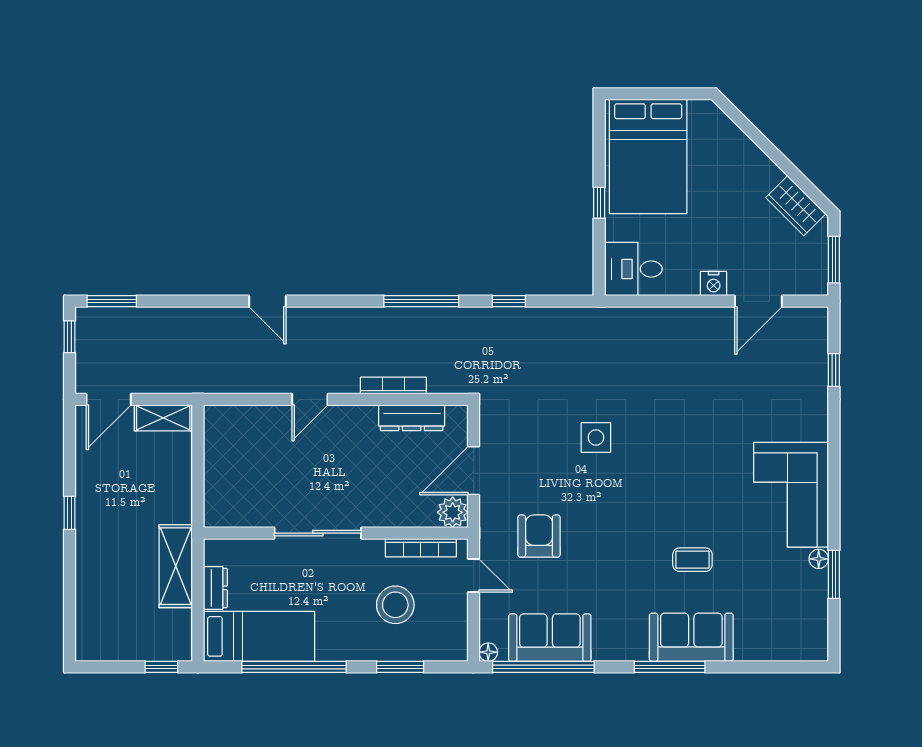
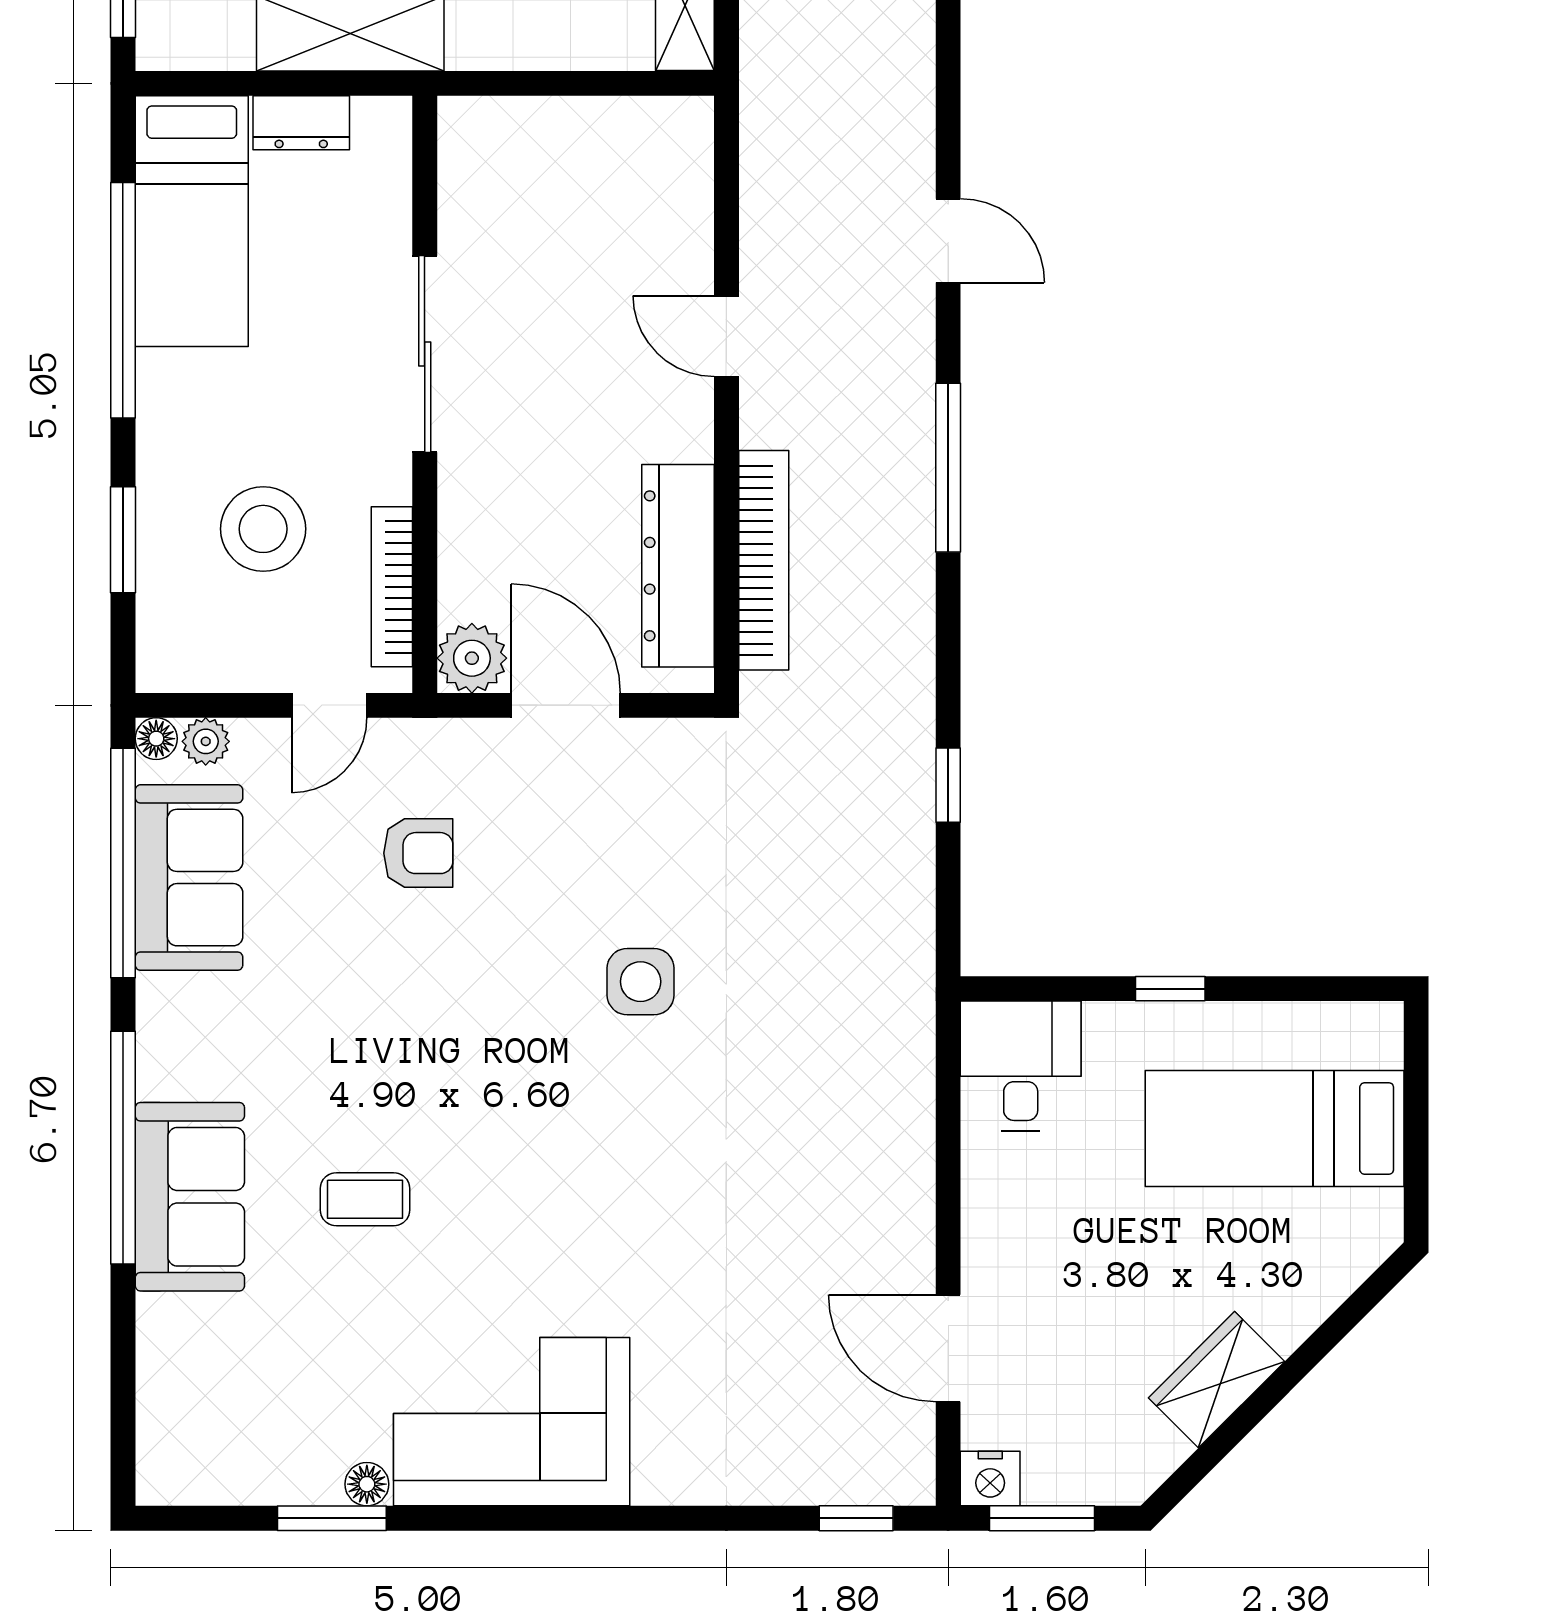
bed: (648, 156) -> (1275, 1128), width x0.67
wardrobe: (796, 206) -> (1217, 1380), moved
nightstand: (714, 284) -> (990, 1479), moved, turned -90
door: (267, 301) -> (948, 241), swing flipped
window: (421, 301) -> (948, 468), moved
window: (834, 370) -> (856, 1518), moved
bookcase: (393, 386) -> (764, 560), width x1.48, depth x1.31
dresser: (412, 418) -> (678, 566), width x1.37, depth x1.24
armchair: (539, 536) -> (418, 853), width x0.72, depth x0.72
coffee table: (692, 560) -> (365, 1199), turned 90
plant: (489, 630) -> (206, 741), added
window: (670, 667) -> (123, 1148), width x1.46

